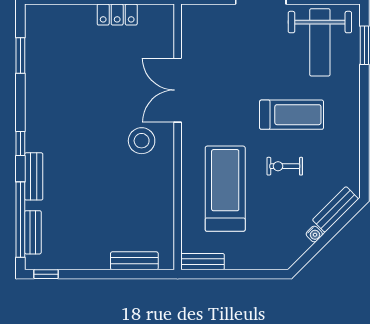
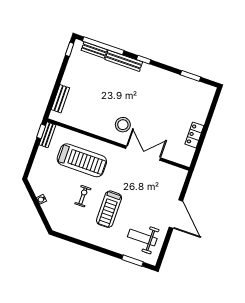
weight bench: (320, 42) -> (142, 238), width x0.73, depth x0.75
bench: (34, 176) -> (124, 61), width x1.36
bench: (335, 209) -> (51, 215), removed
window: (200, 274) -> (41, 131), added

